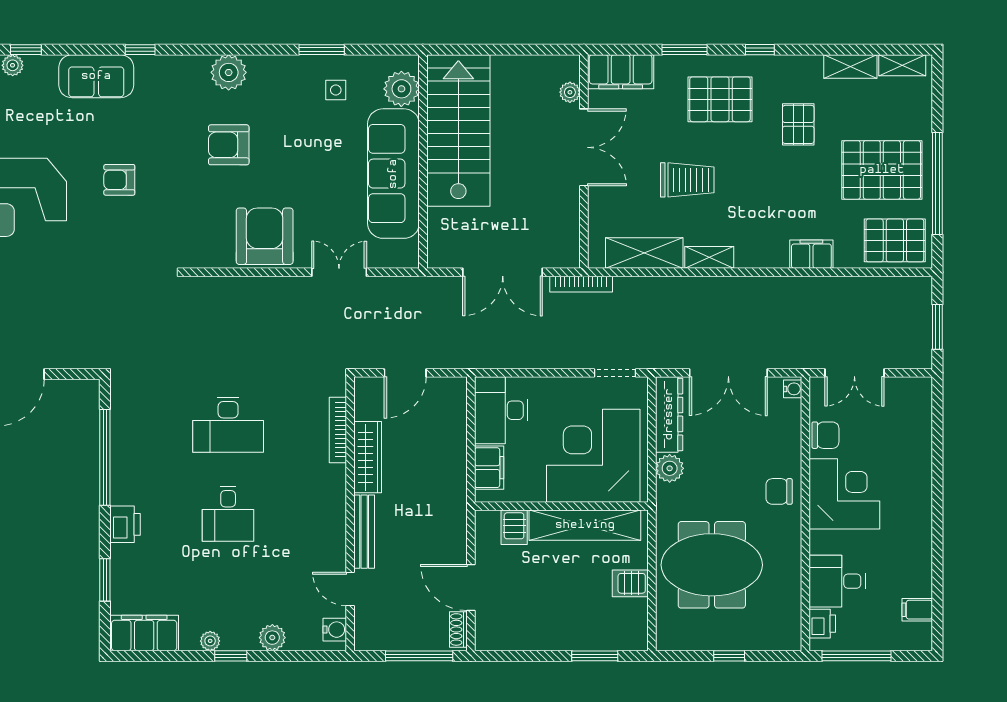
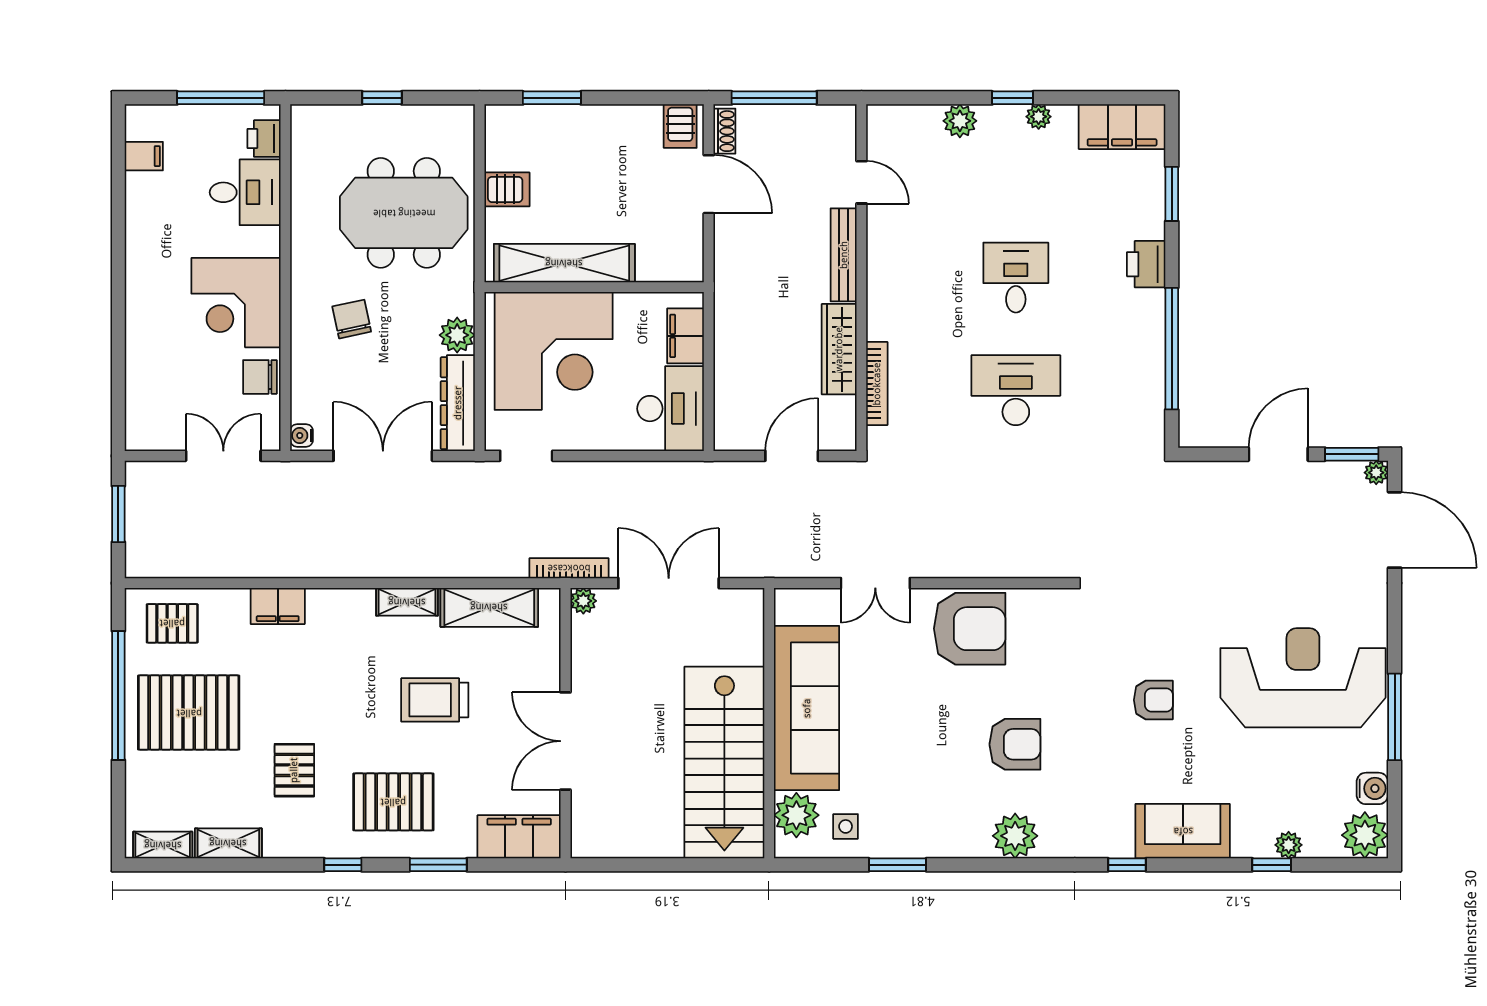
side table: (336, 90) -> (846, 826), moved
plant: (570, 92) -> (583, 601), moved
armchair: (265, 236) -> (970, 629), turned -90
pallet: (895, 240) -> (172, 623), width x0.67, depth x0.71
chair: (779, 491) -> (352, 319), moved, turned -102
server rack: (514, 527) -> (680, 126), moved, turned 180
water cooler: (335, 630) -> (881, 131), removed

